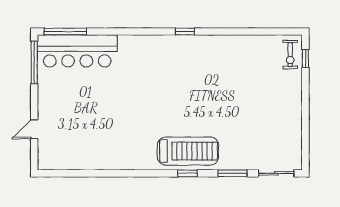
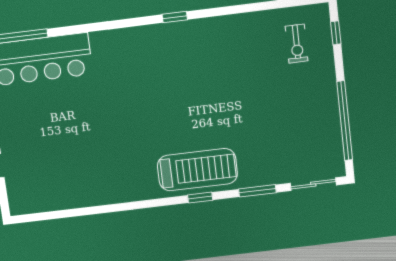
exercise bike: (290, 55) -> (297, 44), moved
window: (305, 127) -> (345, 121), added

